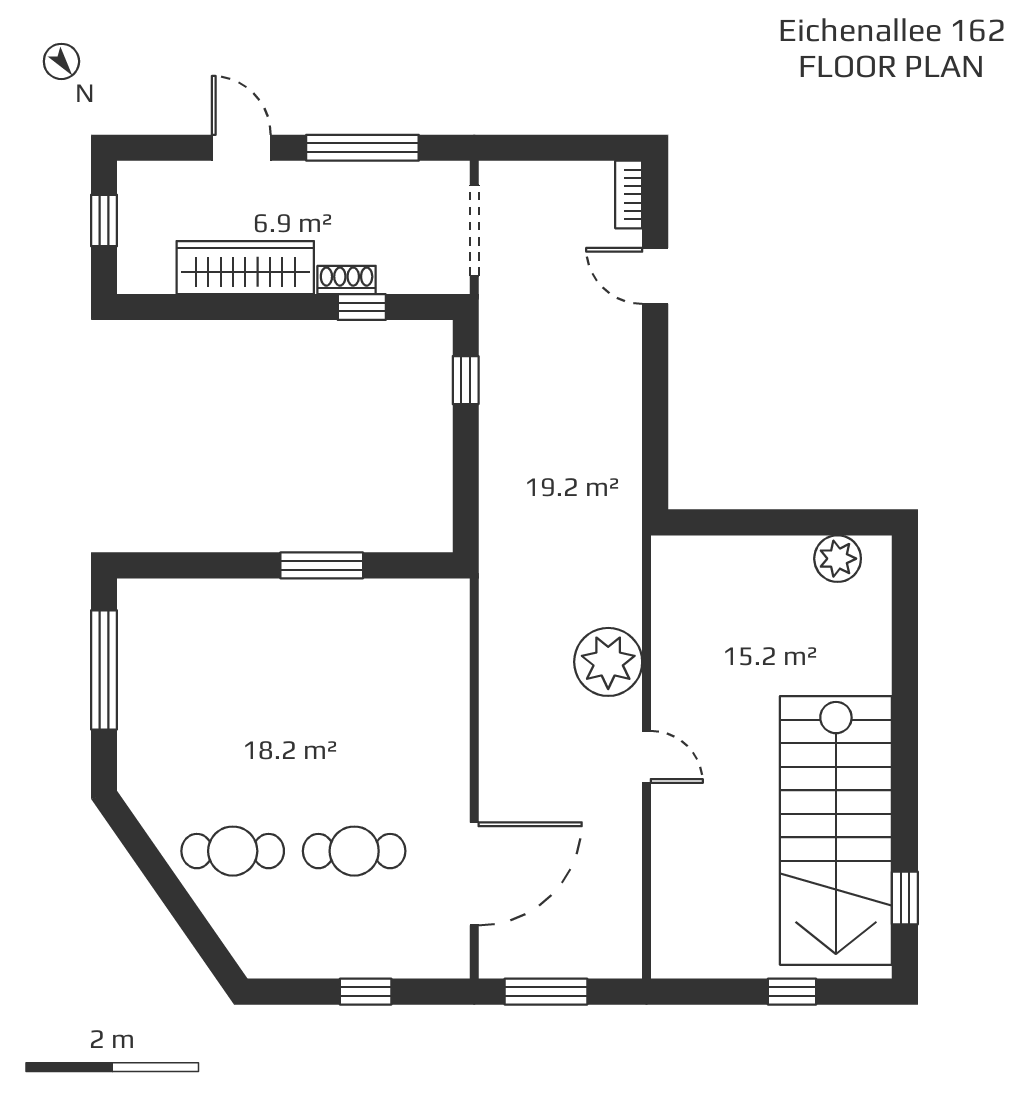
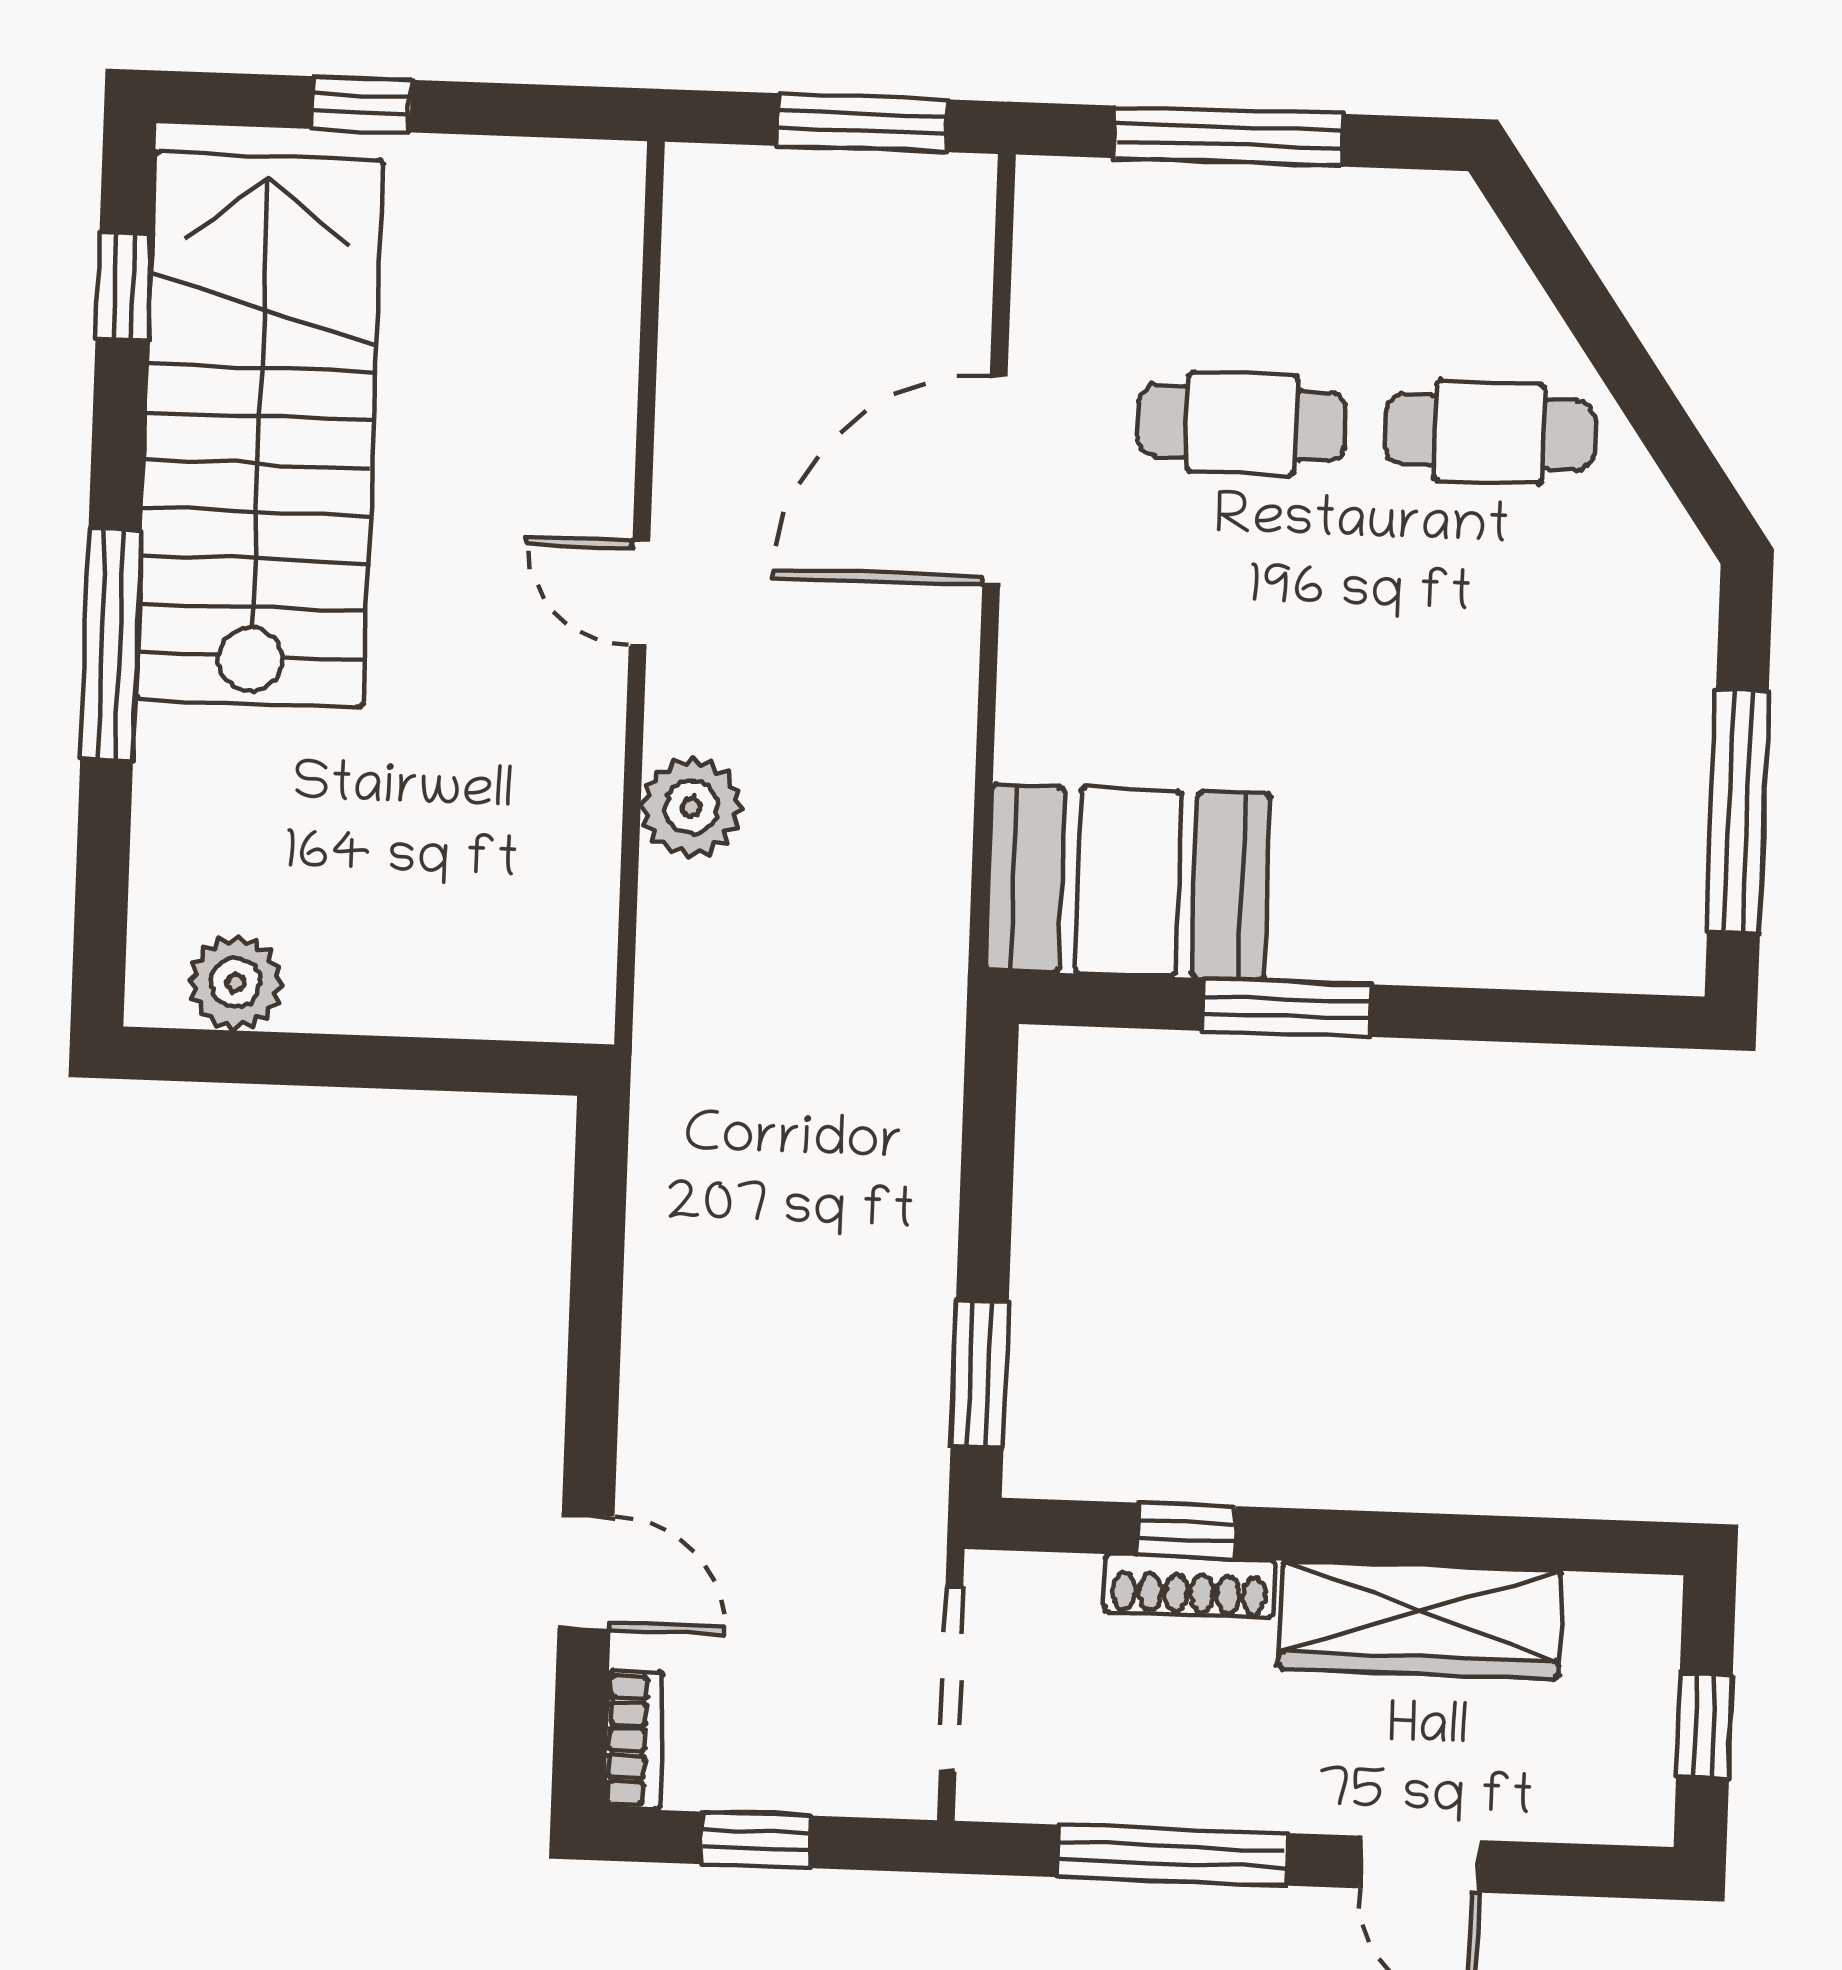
window: (567, 148) -> (756, 1840), added
shoe rack: (347, 280) -> (1189, 1586), width x1.43
window: (466, 380) -> (980, 1374), width x1.50
booth: (402, 624) -> (1128, 882), added
plant: (608, 662) -> (691, 807), width x0.73, depth x0.73
window: (905, 722) -> (111, 644), added
door: (474, 874) -> (995, 481), moved
window: (366, 992) -> (1229, 136), width x2.17

